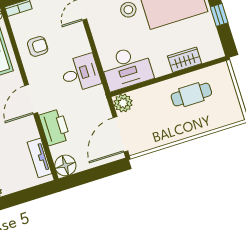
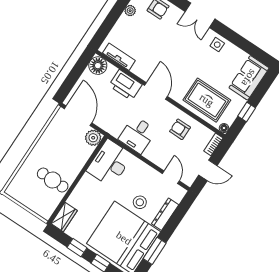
armchair: (38, 46) -> (180, 129), turned 90
wardrobe: (185, 60) -> (64, 217), moved
cafe table: (191, 95) -> (53, 180), turned 90

